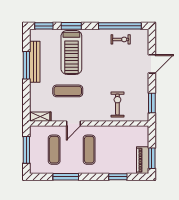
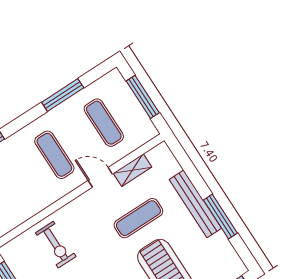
bench: (35, 62) -> (195, 204), moved
shelving: (40, 117) -> (133, 170), moved
door: (74, 124) -> (100, 177), hinge flipped

